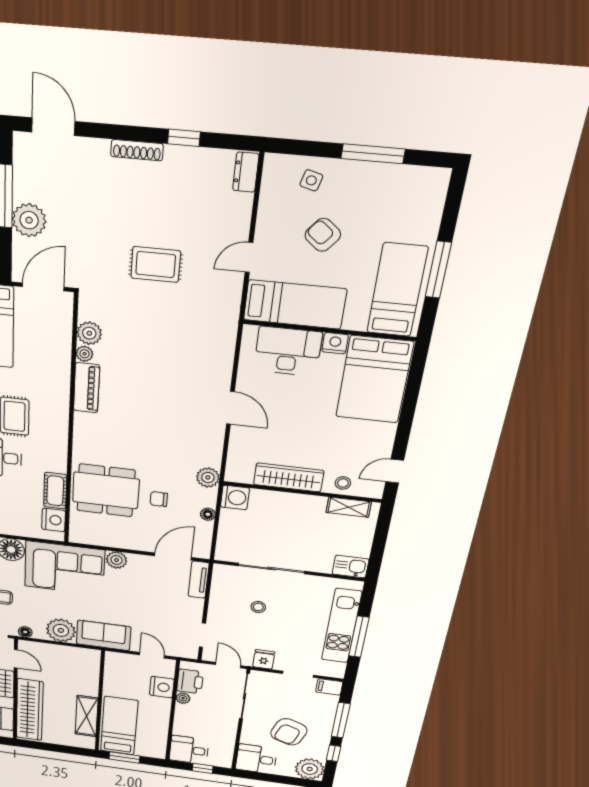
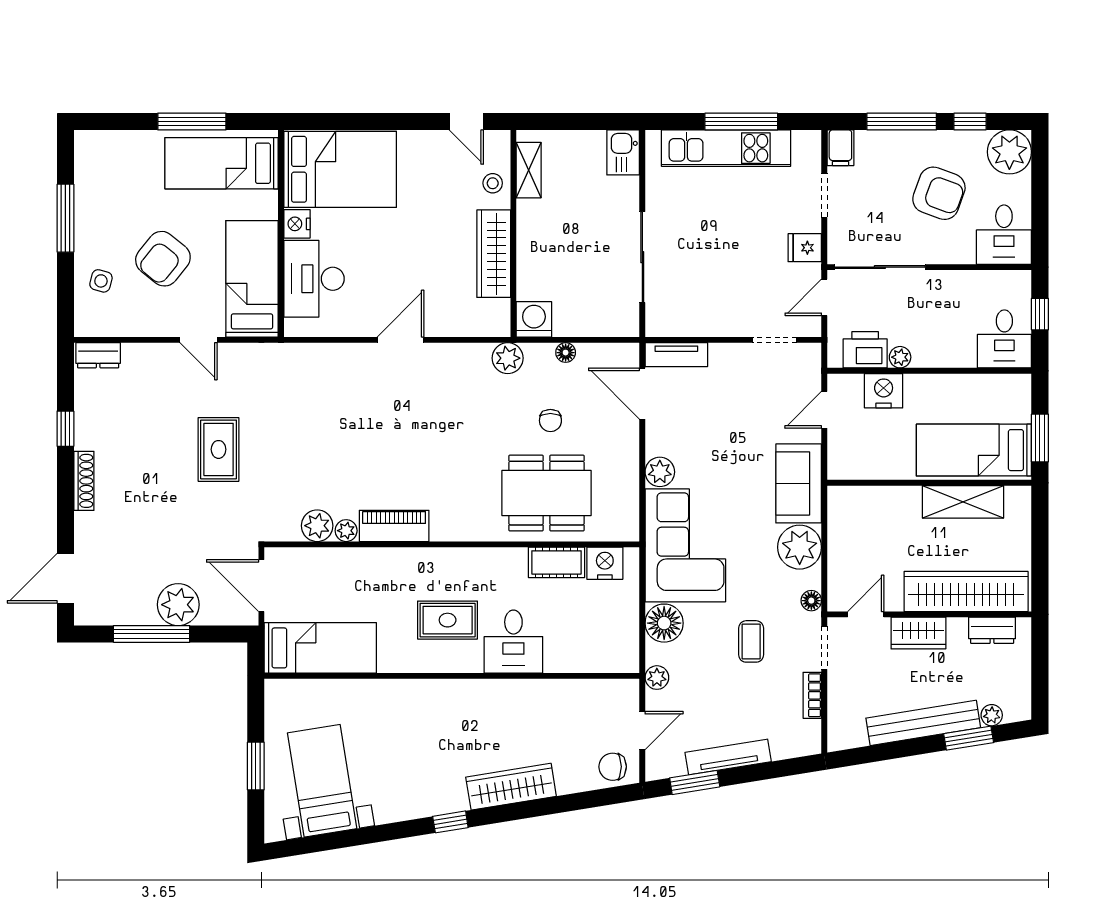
armchair: (323, 235) -> (163, 259), width x1.38, depth x1.38
dining table: (106, 490) -> (547, 493), turned 90
stool: (258, 607) -> (711, 267), removed

